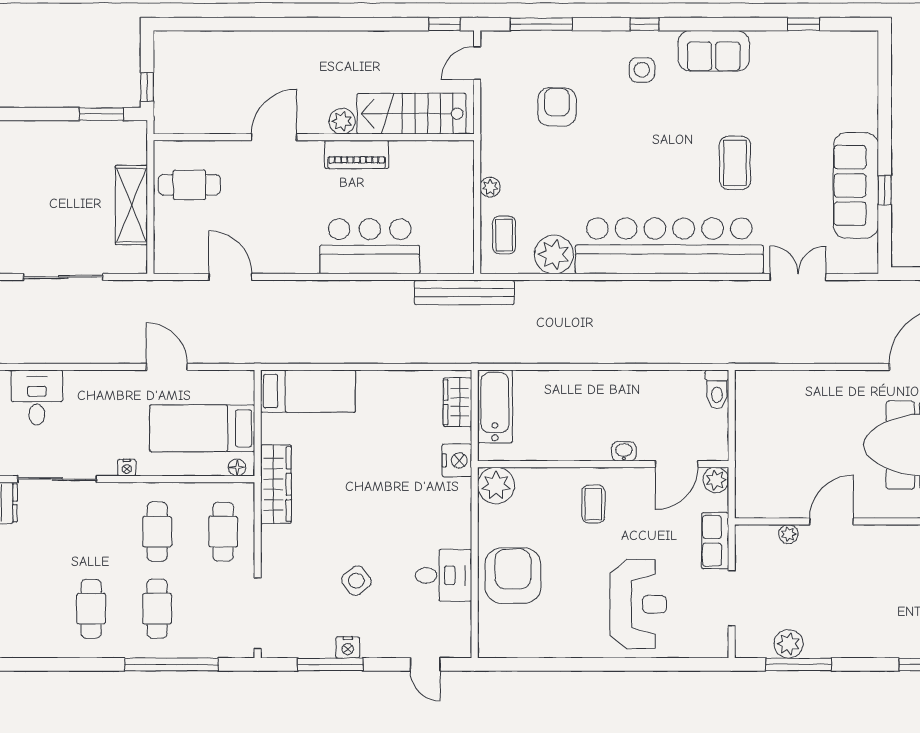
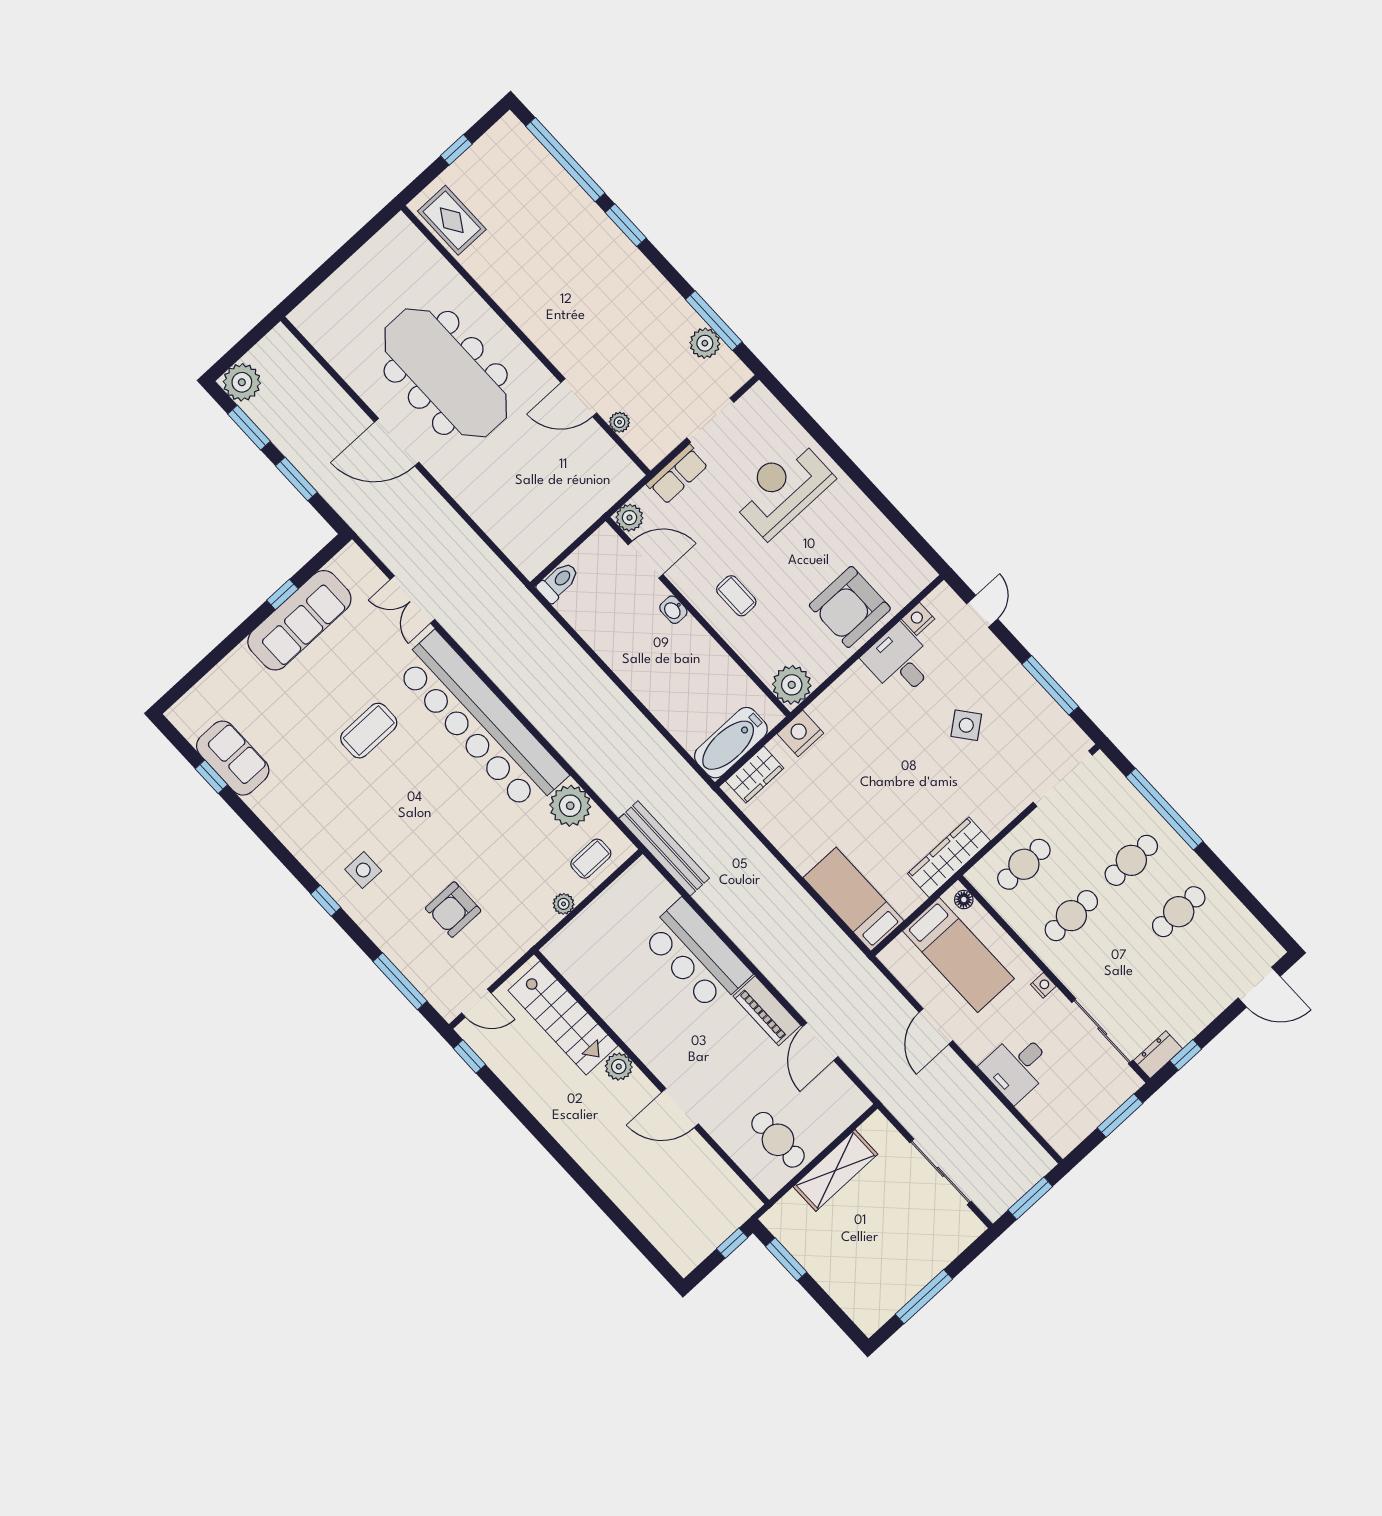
sofa: (714, 51) -> (233, 758), moved
piano: (357, 154) -> (767, 1011), moved, turned 180
desk: (37, 397) -> (1017, 1067), moved
coffee table: (593, 504) -> (736, 596), turned 90
nightstand: (348, 647) -> (918, 619), moved, turned -90

